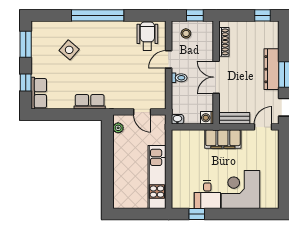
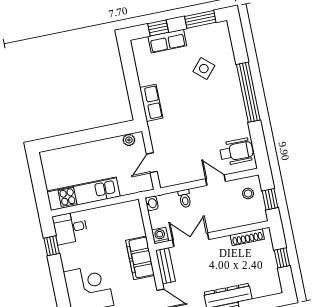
window: (262, 15) -> (282, 258), moved
double door: (216, 77) -> (191, 240), moved
toilet: (179, 78) -> (185, 199), moved
row of seats: (39, 93) -> (167, 41), moved
desk: (207, 195) -> (70, 228), moved

